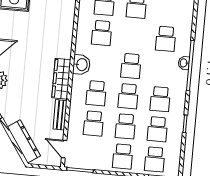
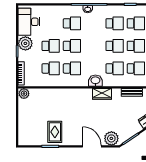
school desk: (131, 66) -> (72, 46), moved
wardrobe: (61, 79) -> (102, 94), width x0.67

